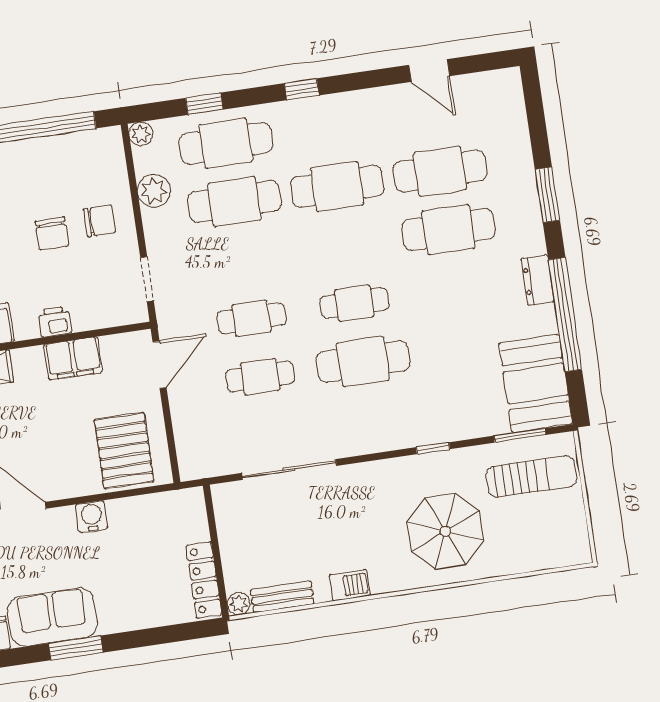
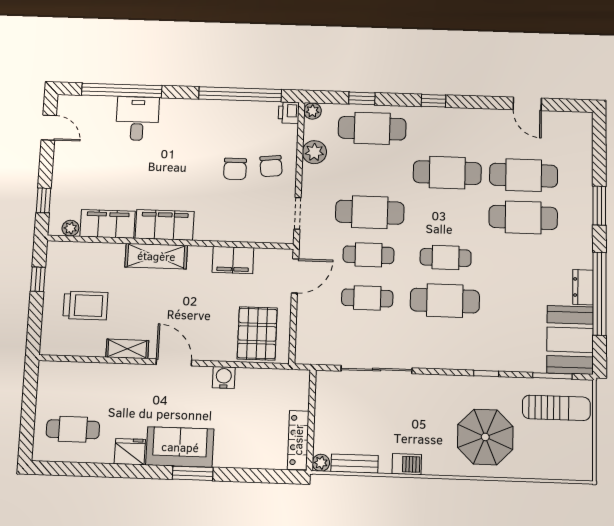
cafe table: (234, 202) -> (370, 212), moved
chair: (99, 221) -> (271, 166), turned 84
dresser: (538, 280) -> (583, 287), moved
printer: (55, 322) -> (289, 113), moved, turned -90

